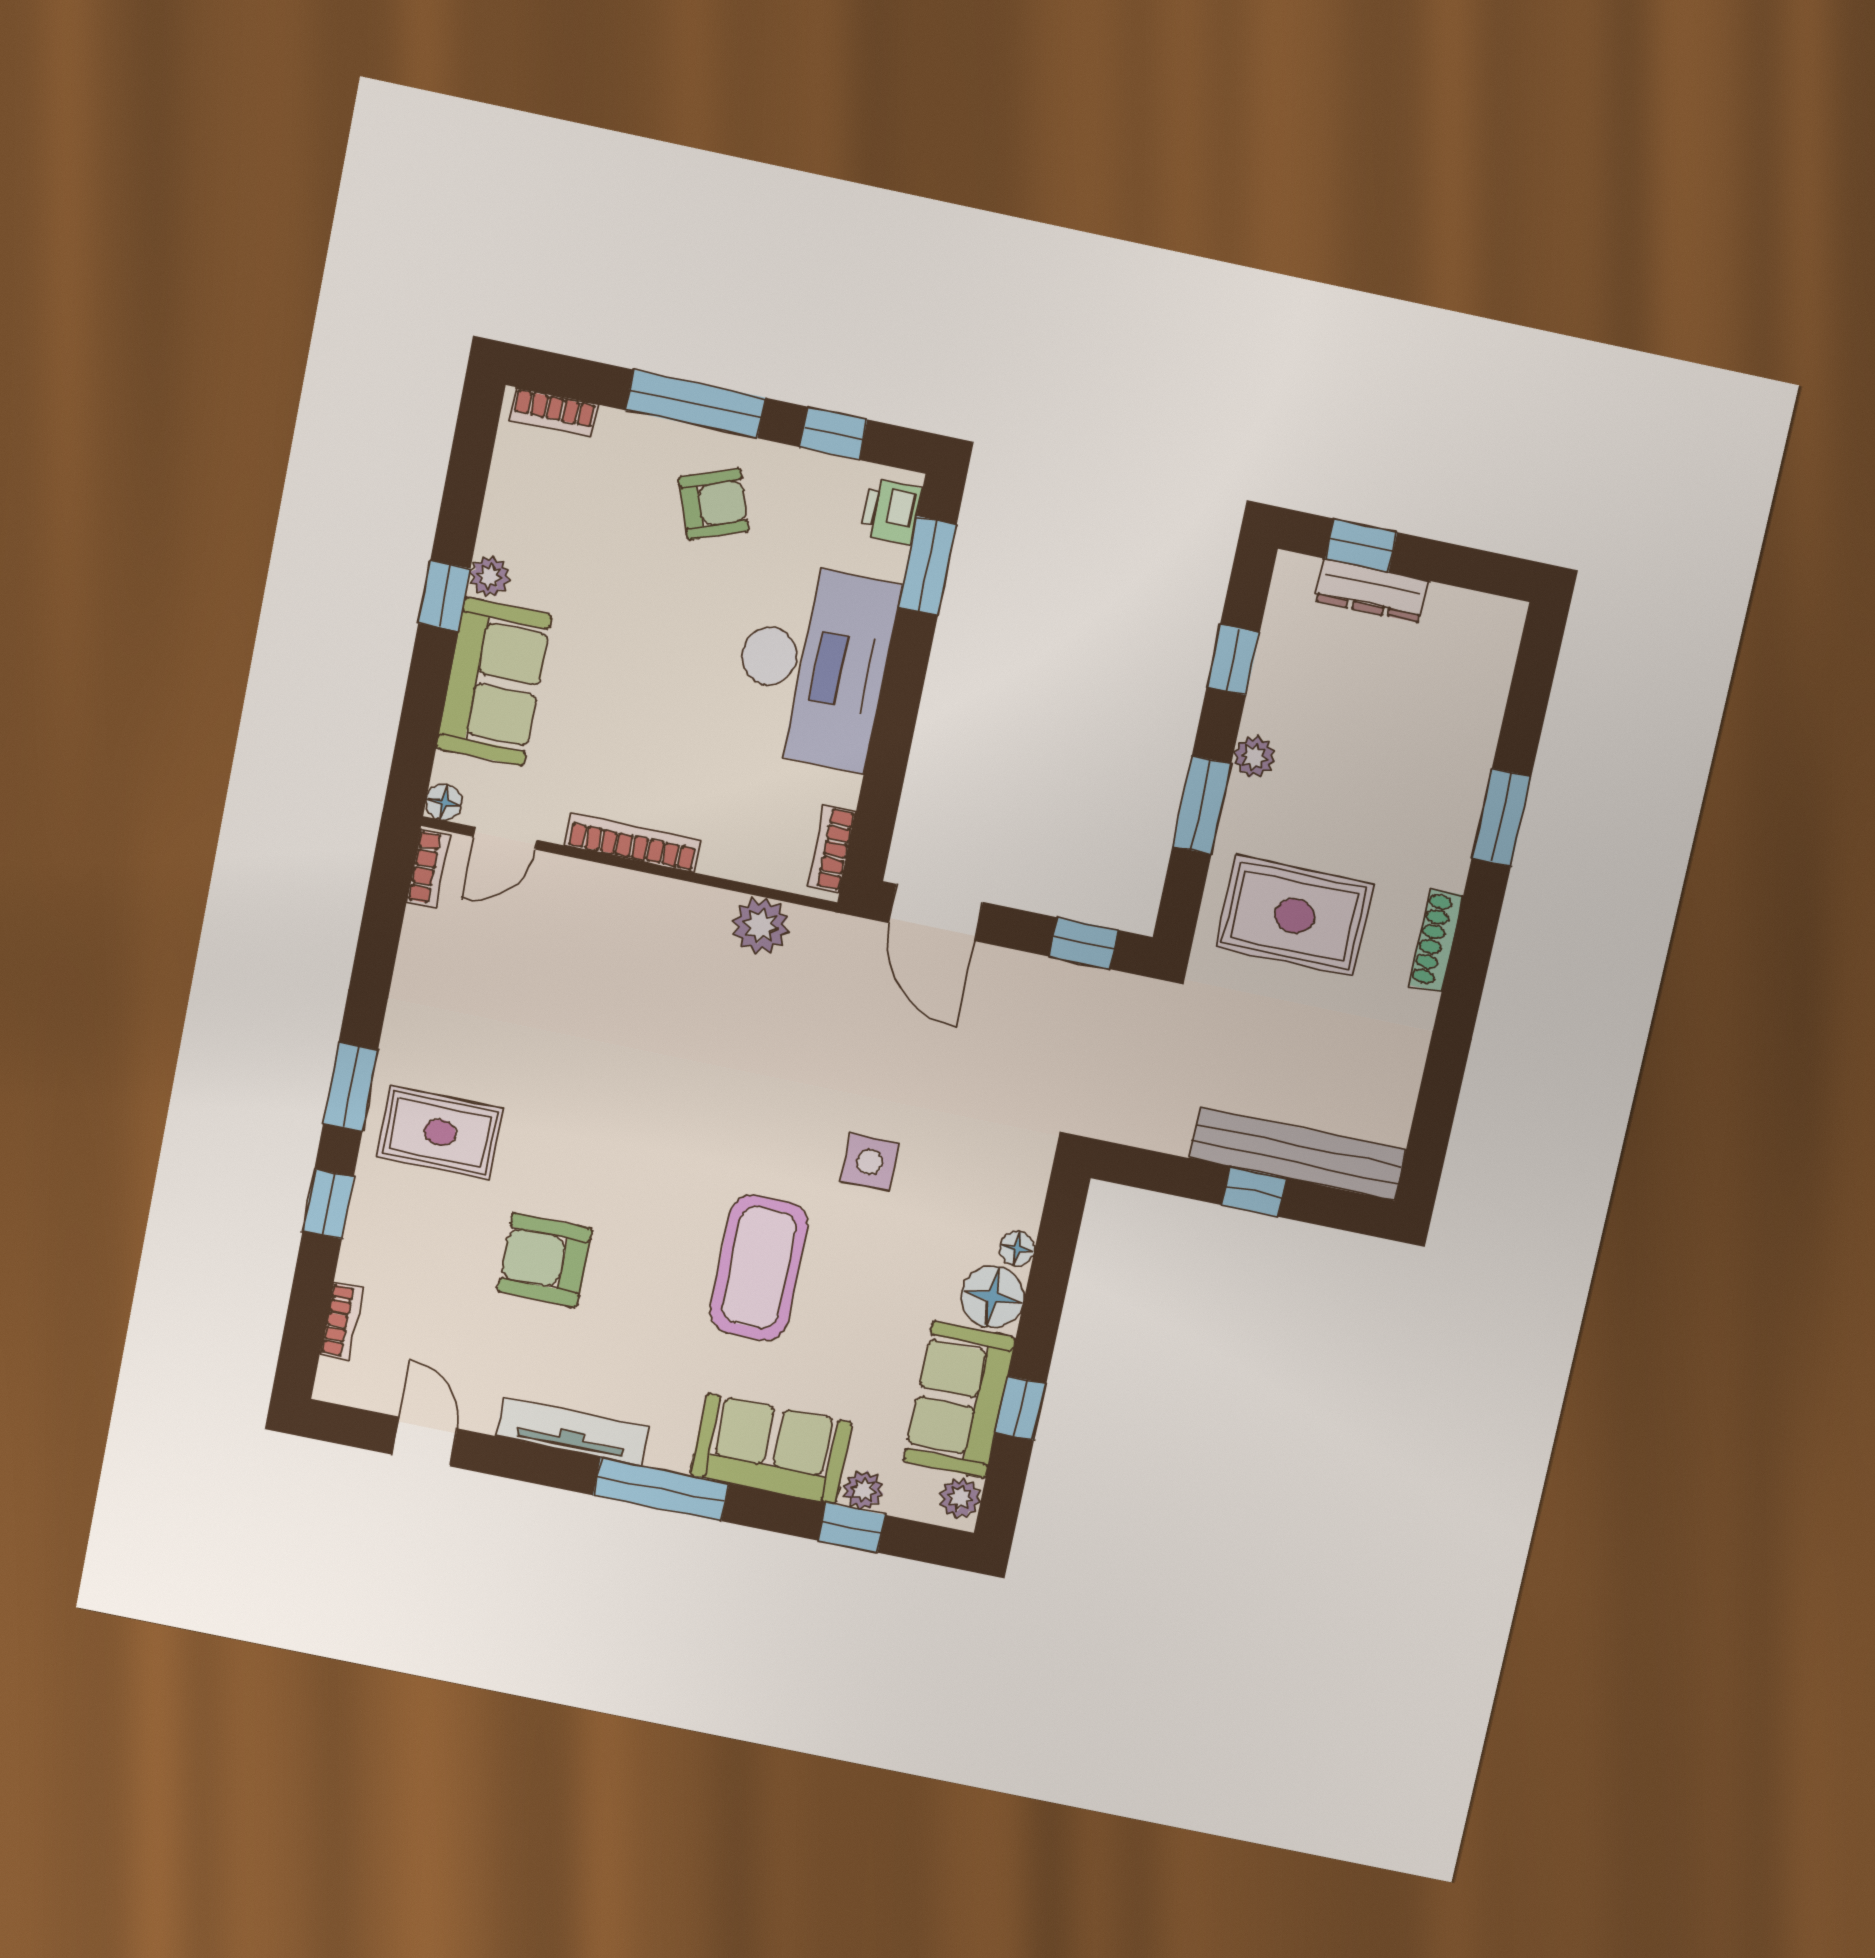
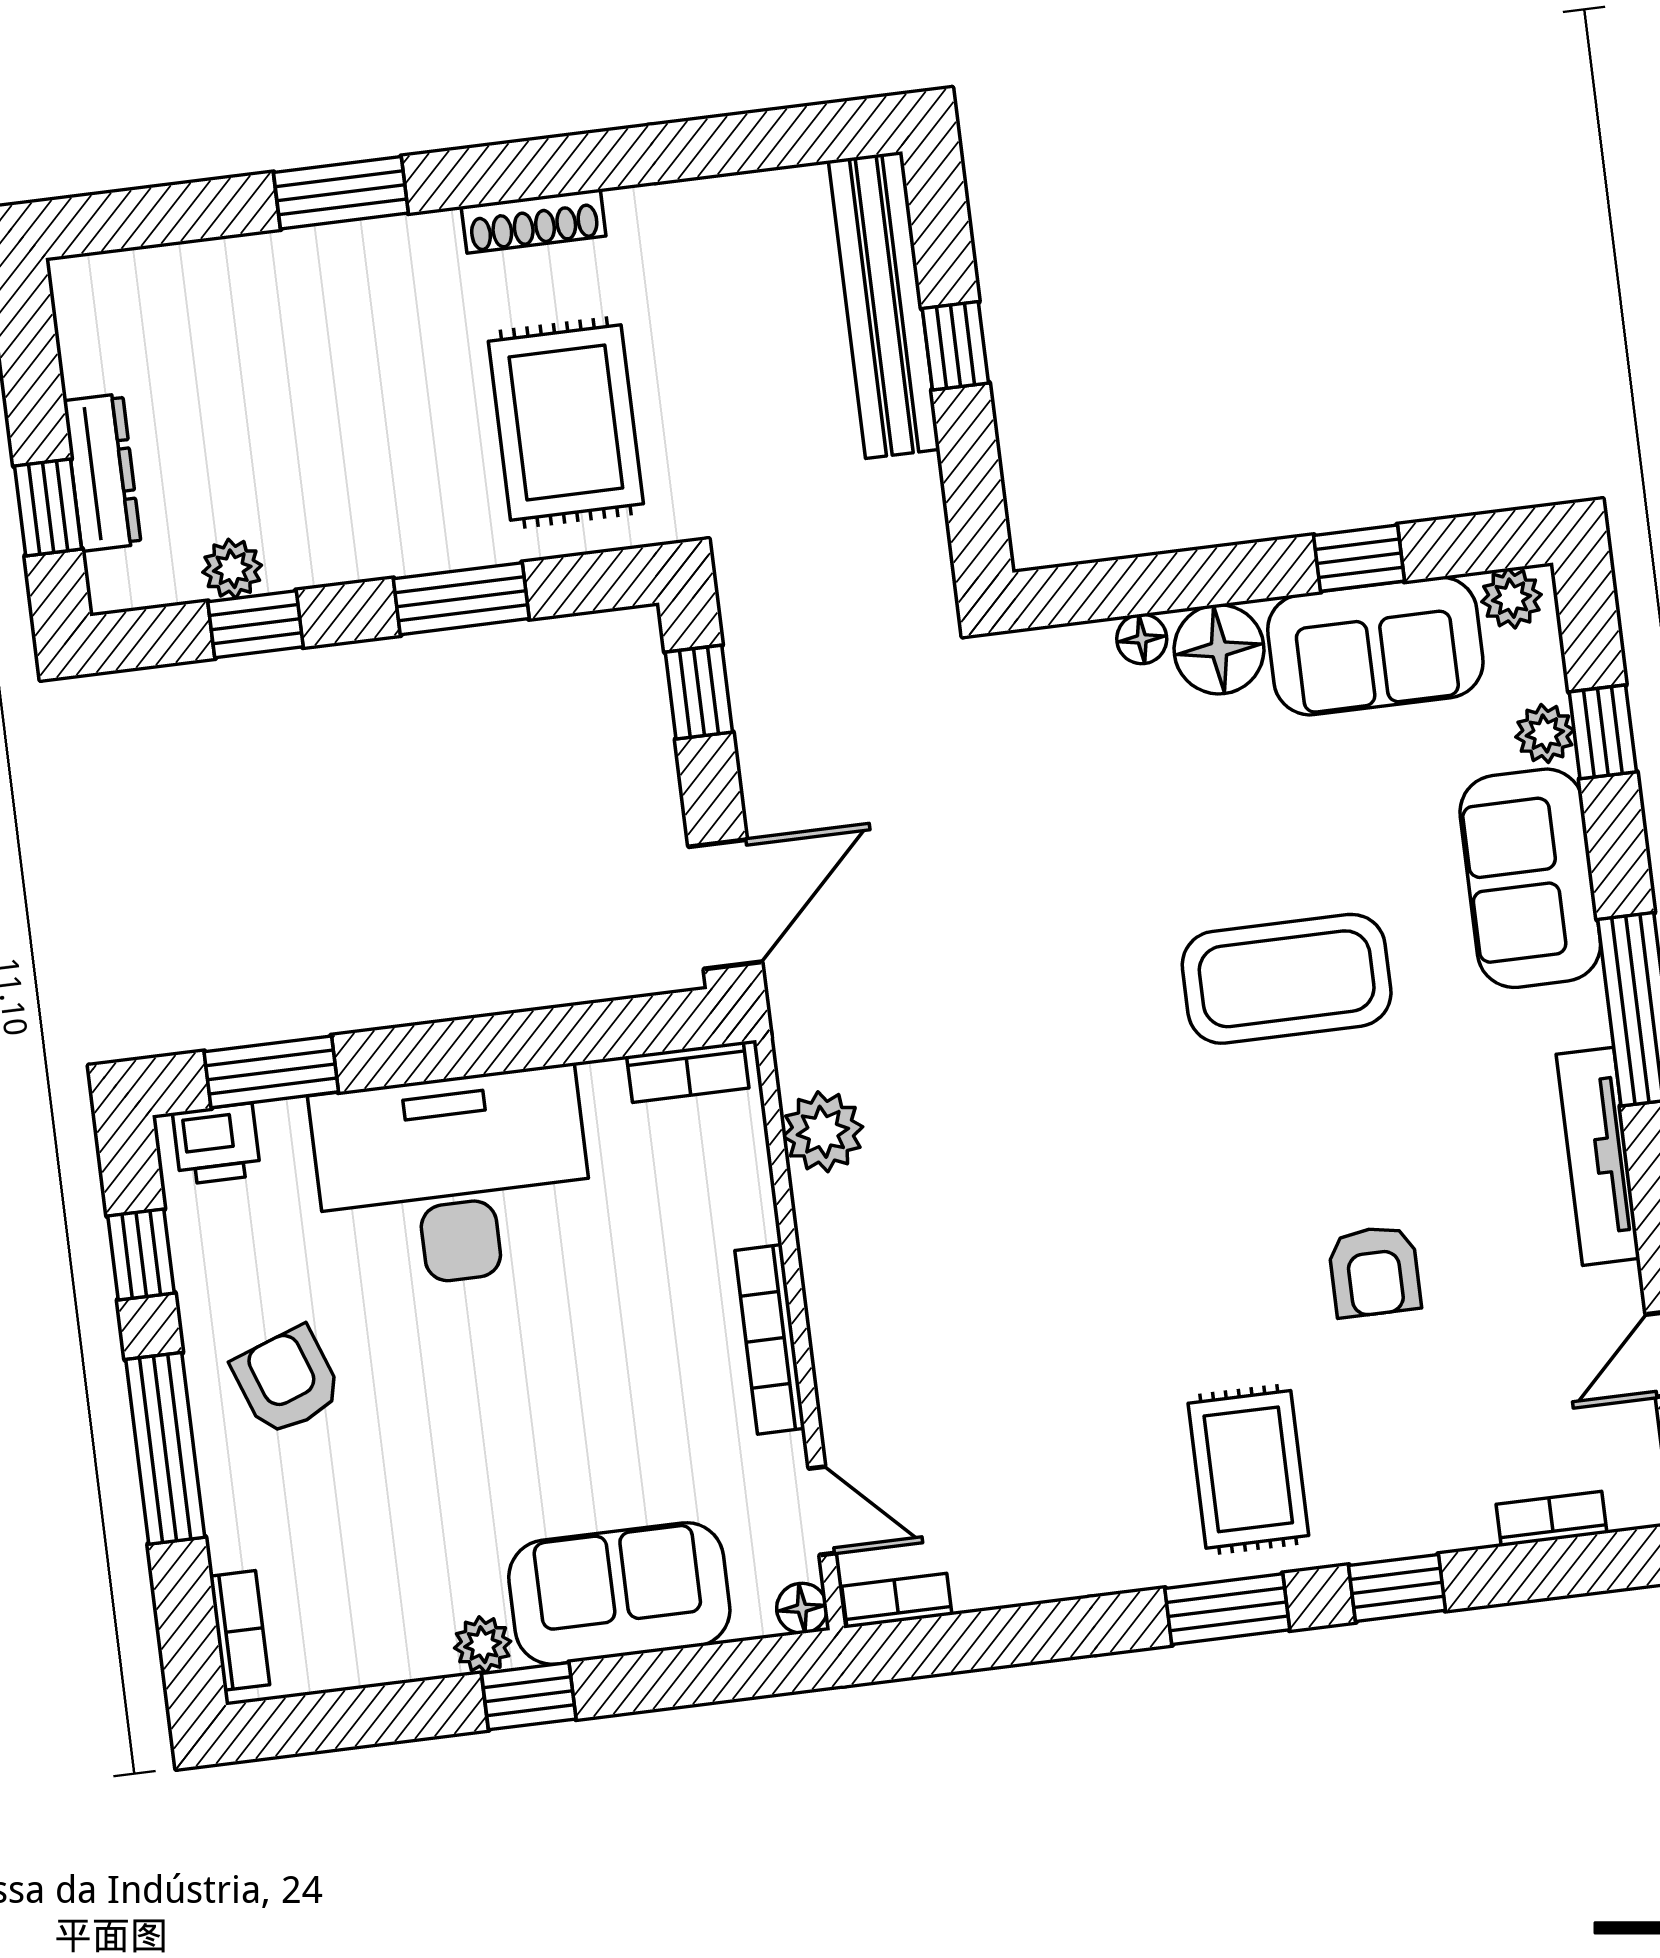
plant: (1254, 757) -> (232, 569), moved
side table: (870, 1162) -> (1092, 878), removed
armchair: (545, 1260) -> (1374, 1271), width x0.72, depth x0.72

